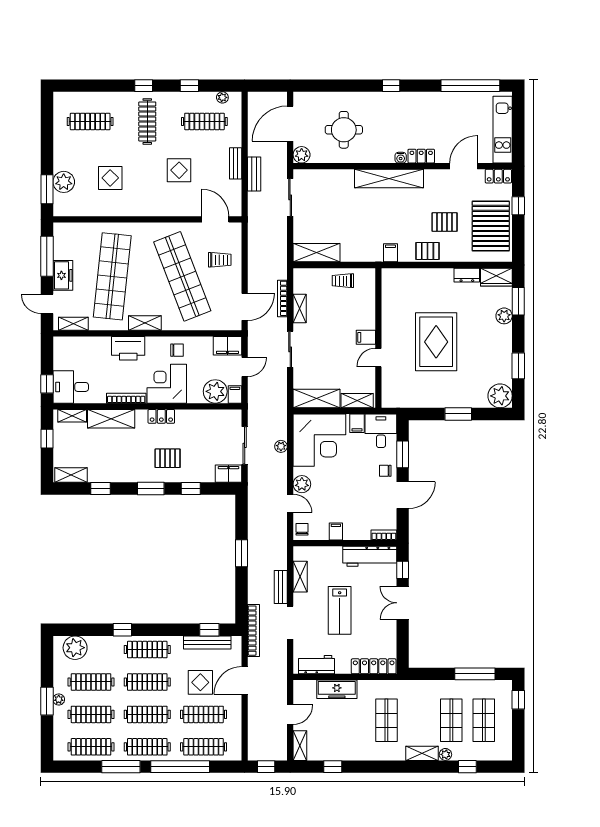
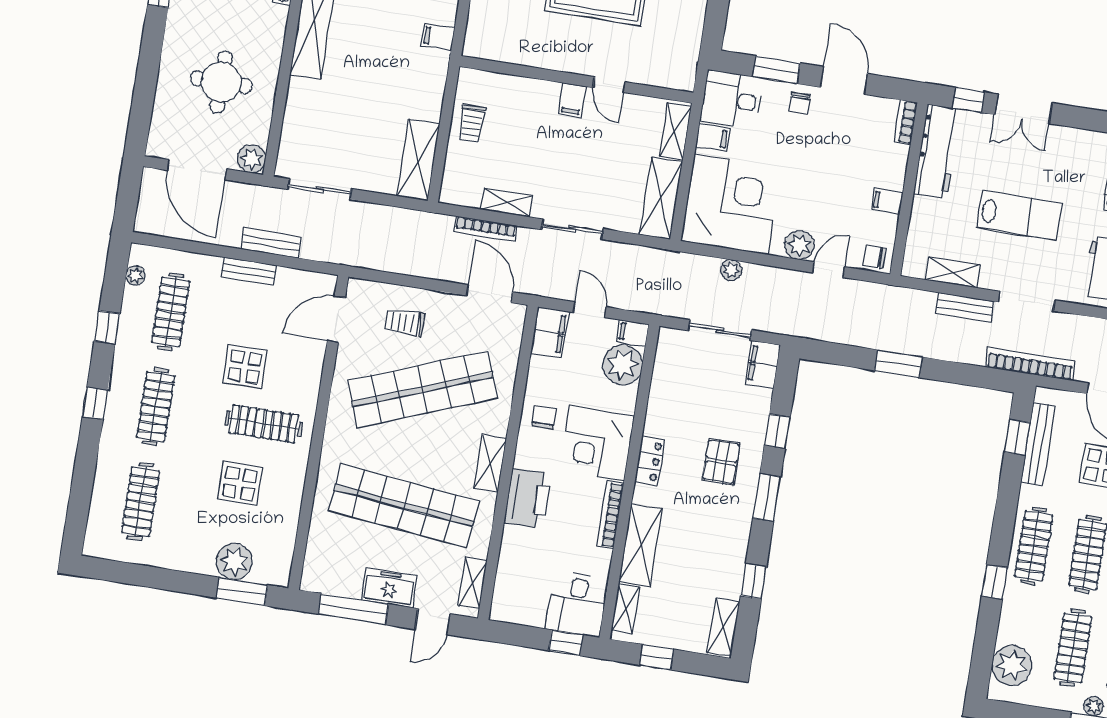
clothes rail: (147, 121) -> (156, 407), turned 90
clothes rail: (147, 187) -> (264, 424), added
trolley: (220, 260) -> (405, 323), turned -90

